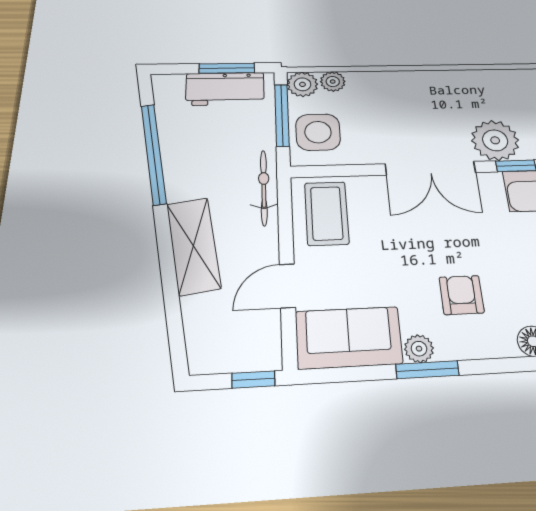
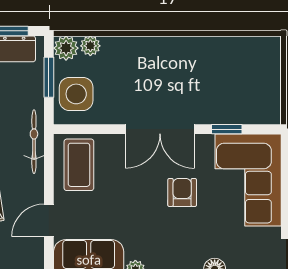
window: (282, 115) -> (49, 77), width x0.69
plant: (495, 140) -> (214, 105), removed
armchair: (462, 295) -> (182, 192), moved

